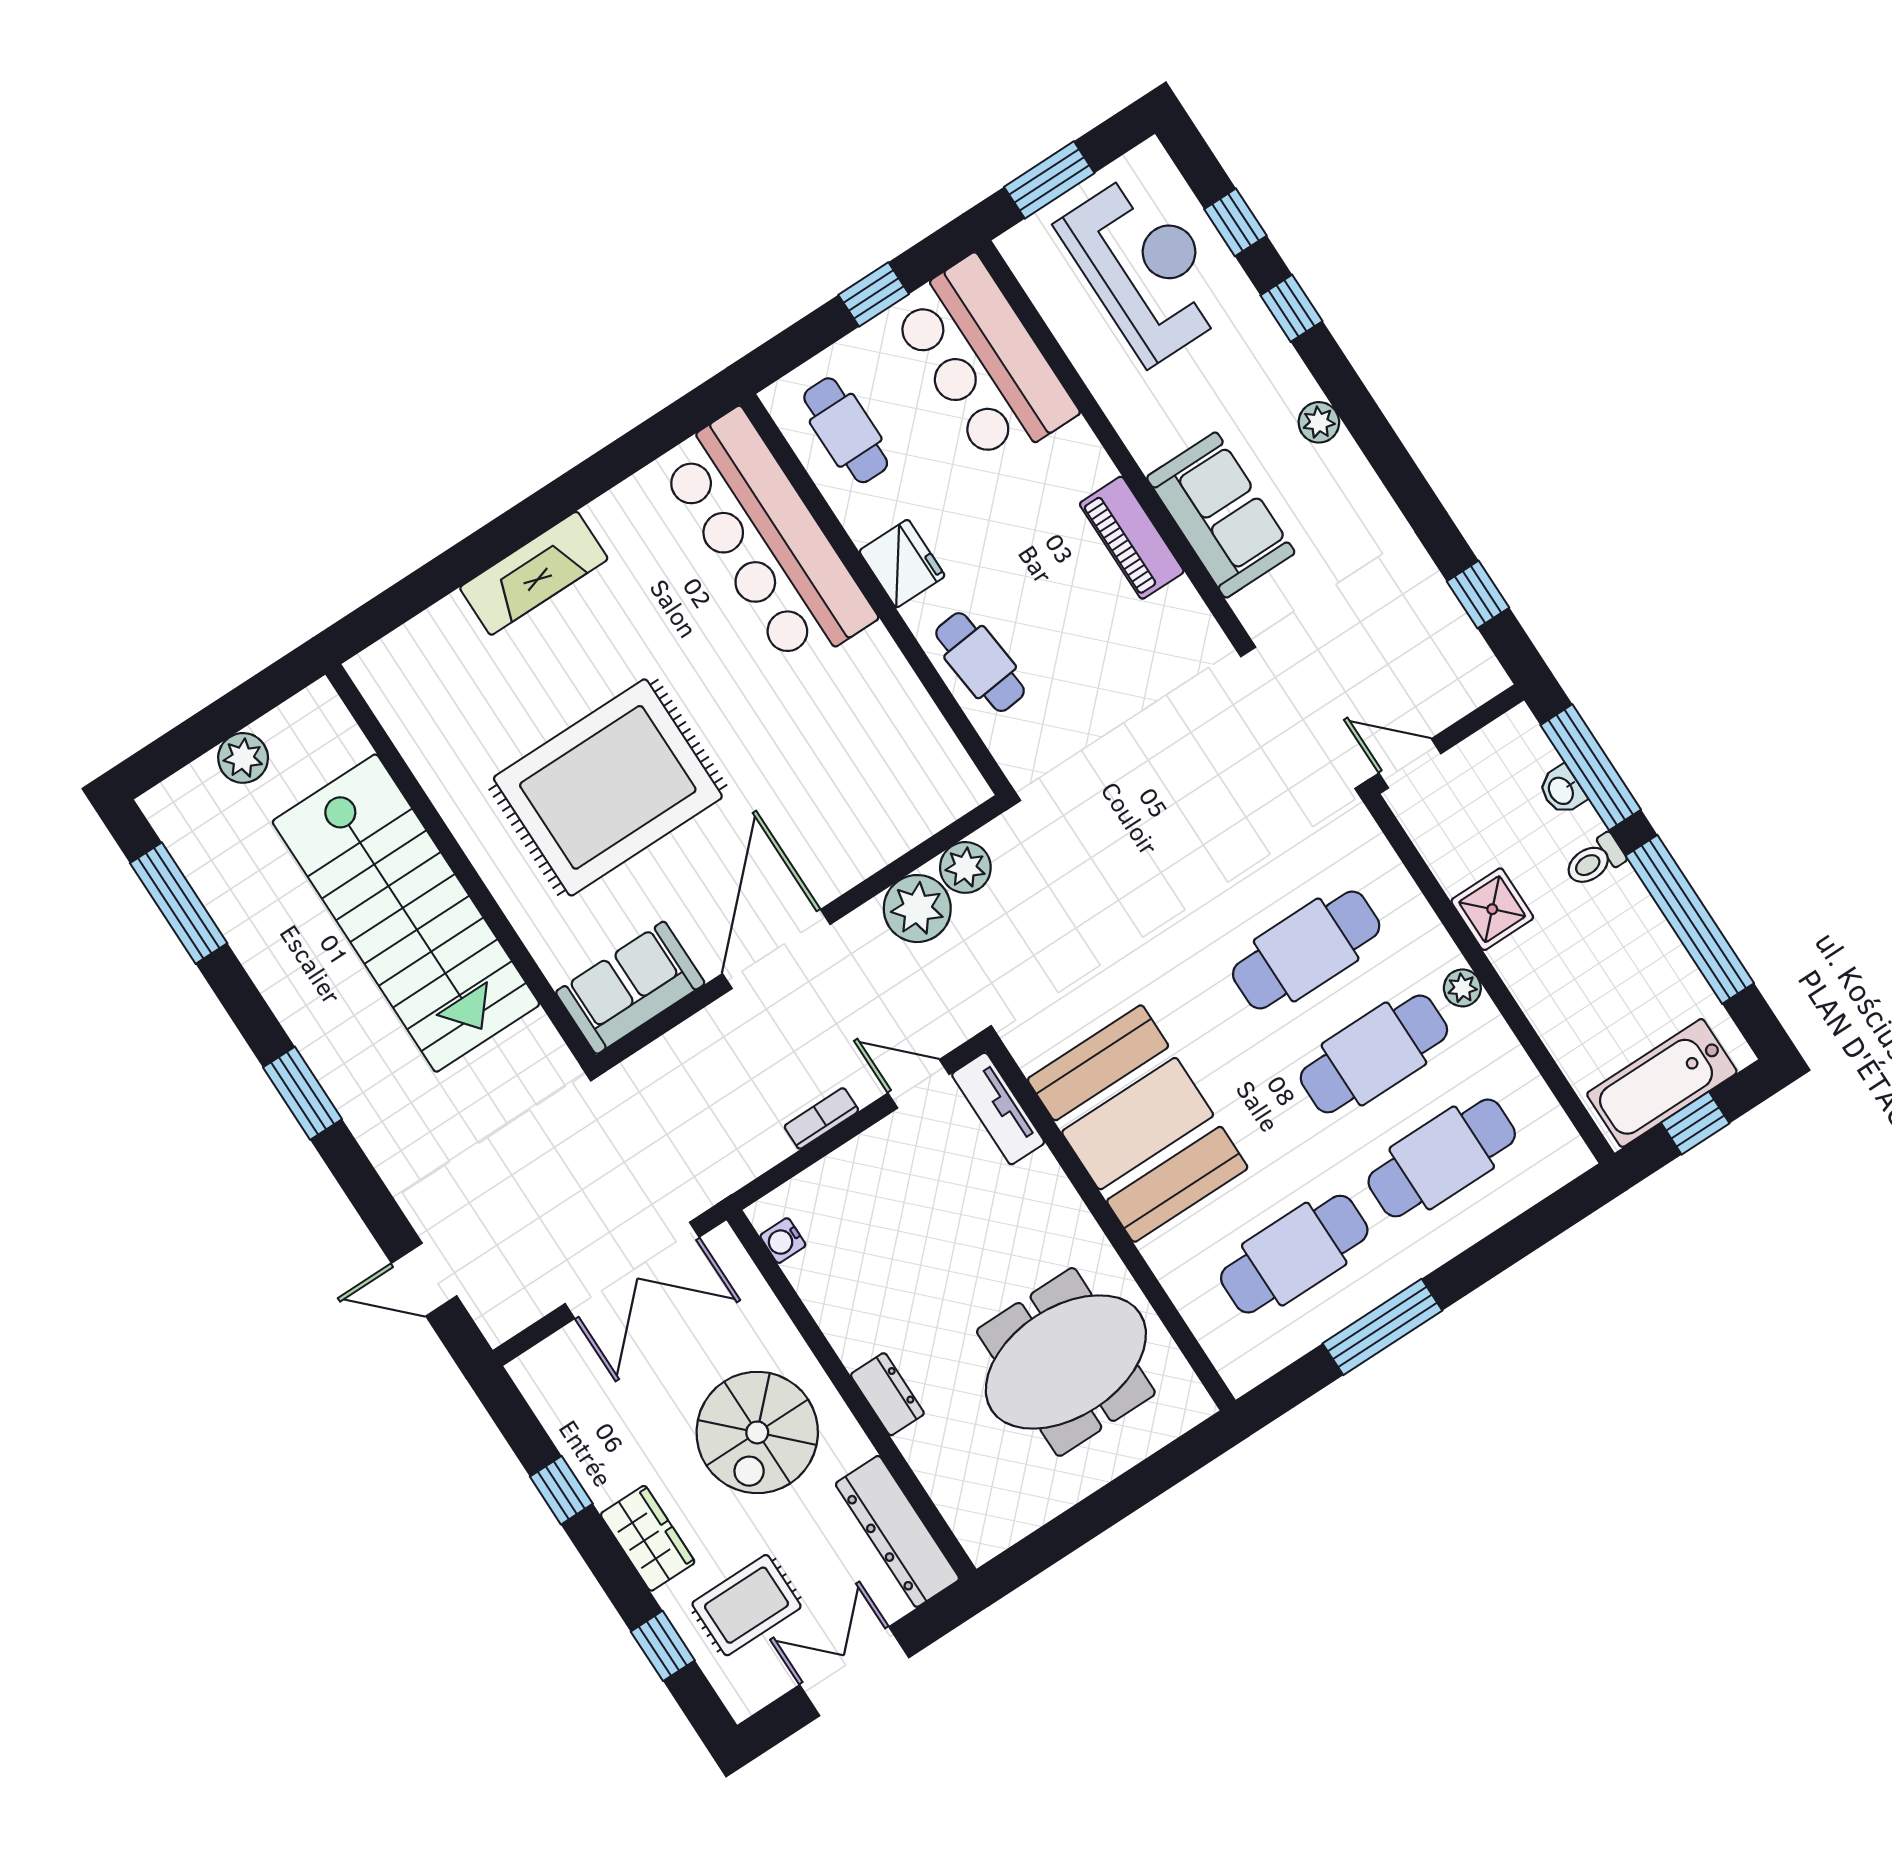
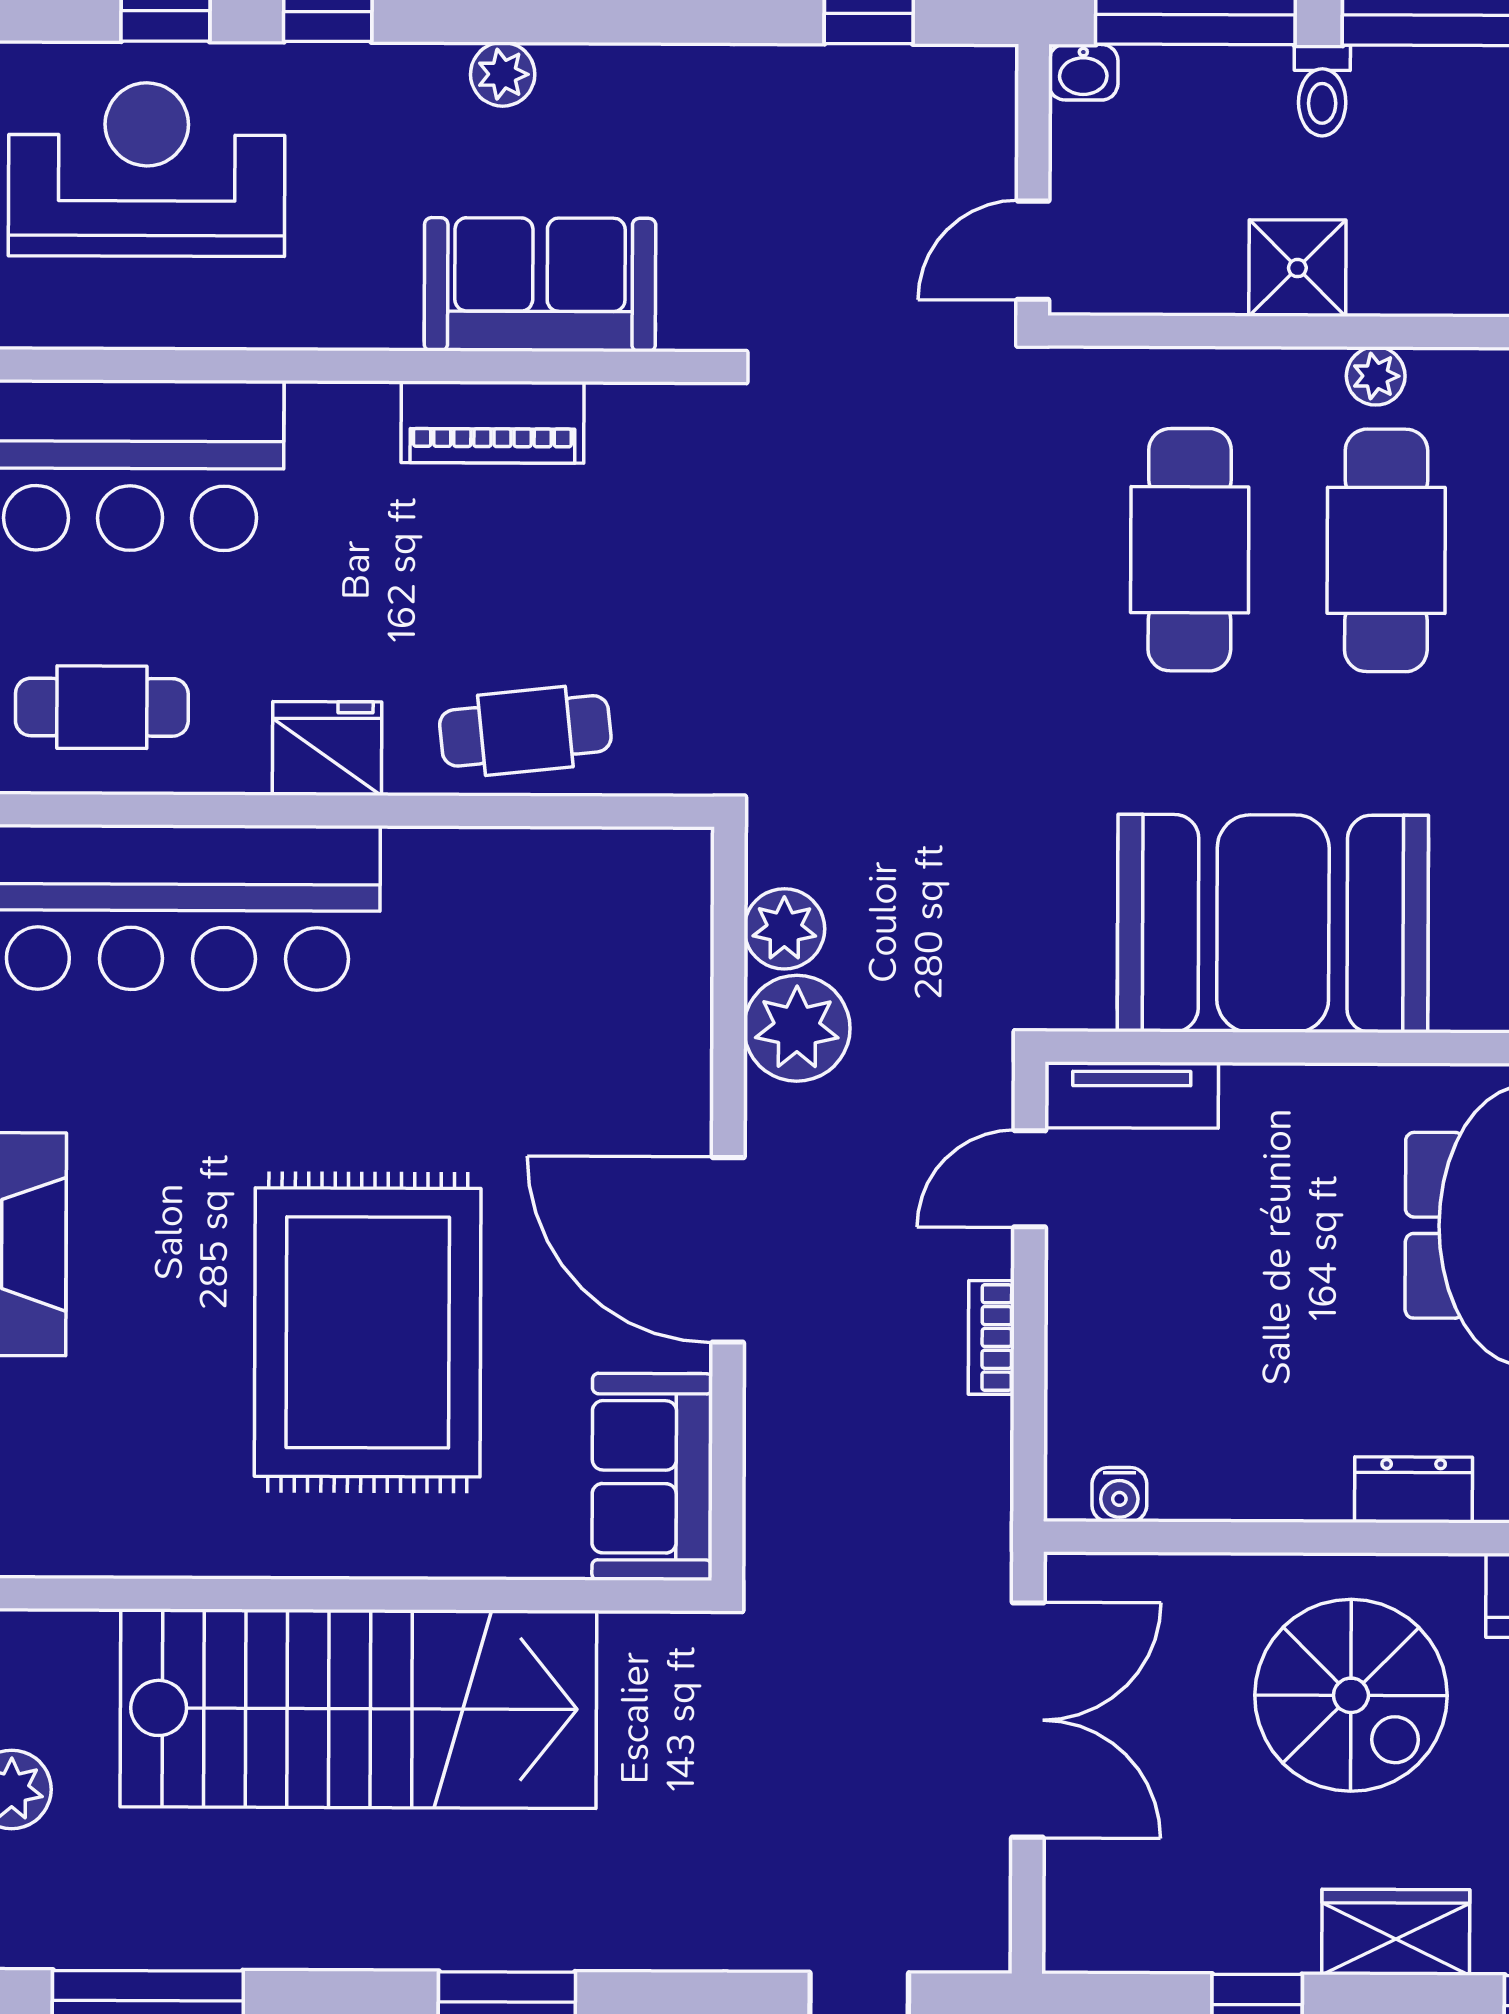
washbasin: (1562, 790) -> (1083, 72), moved

